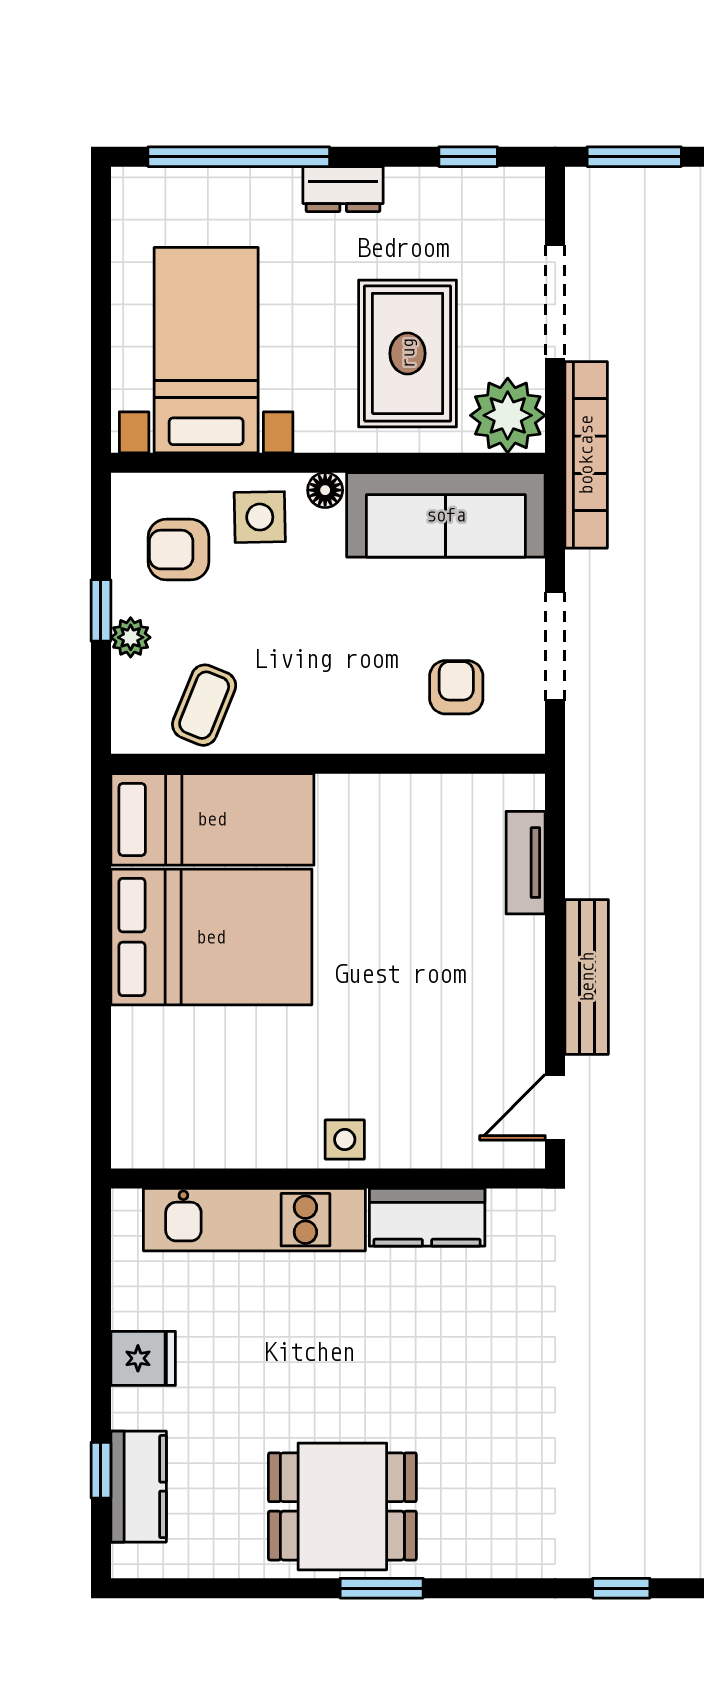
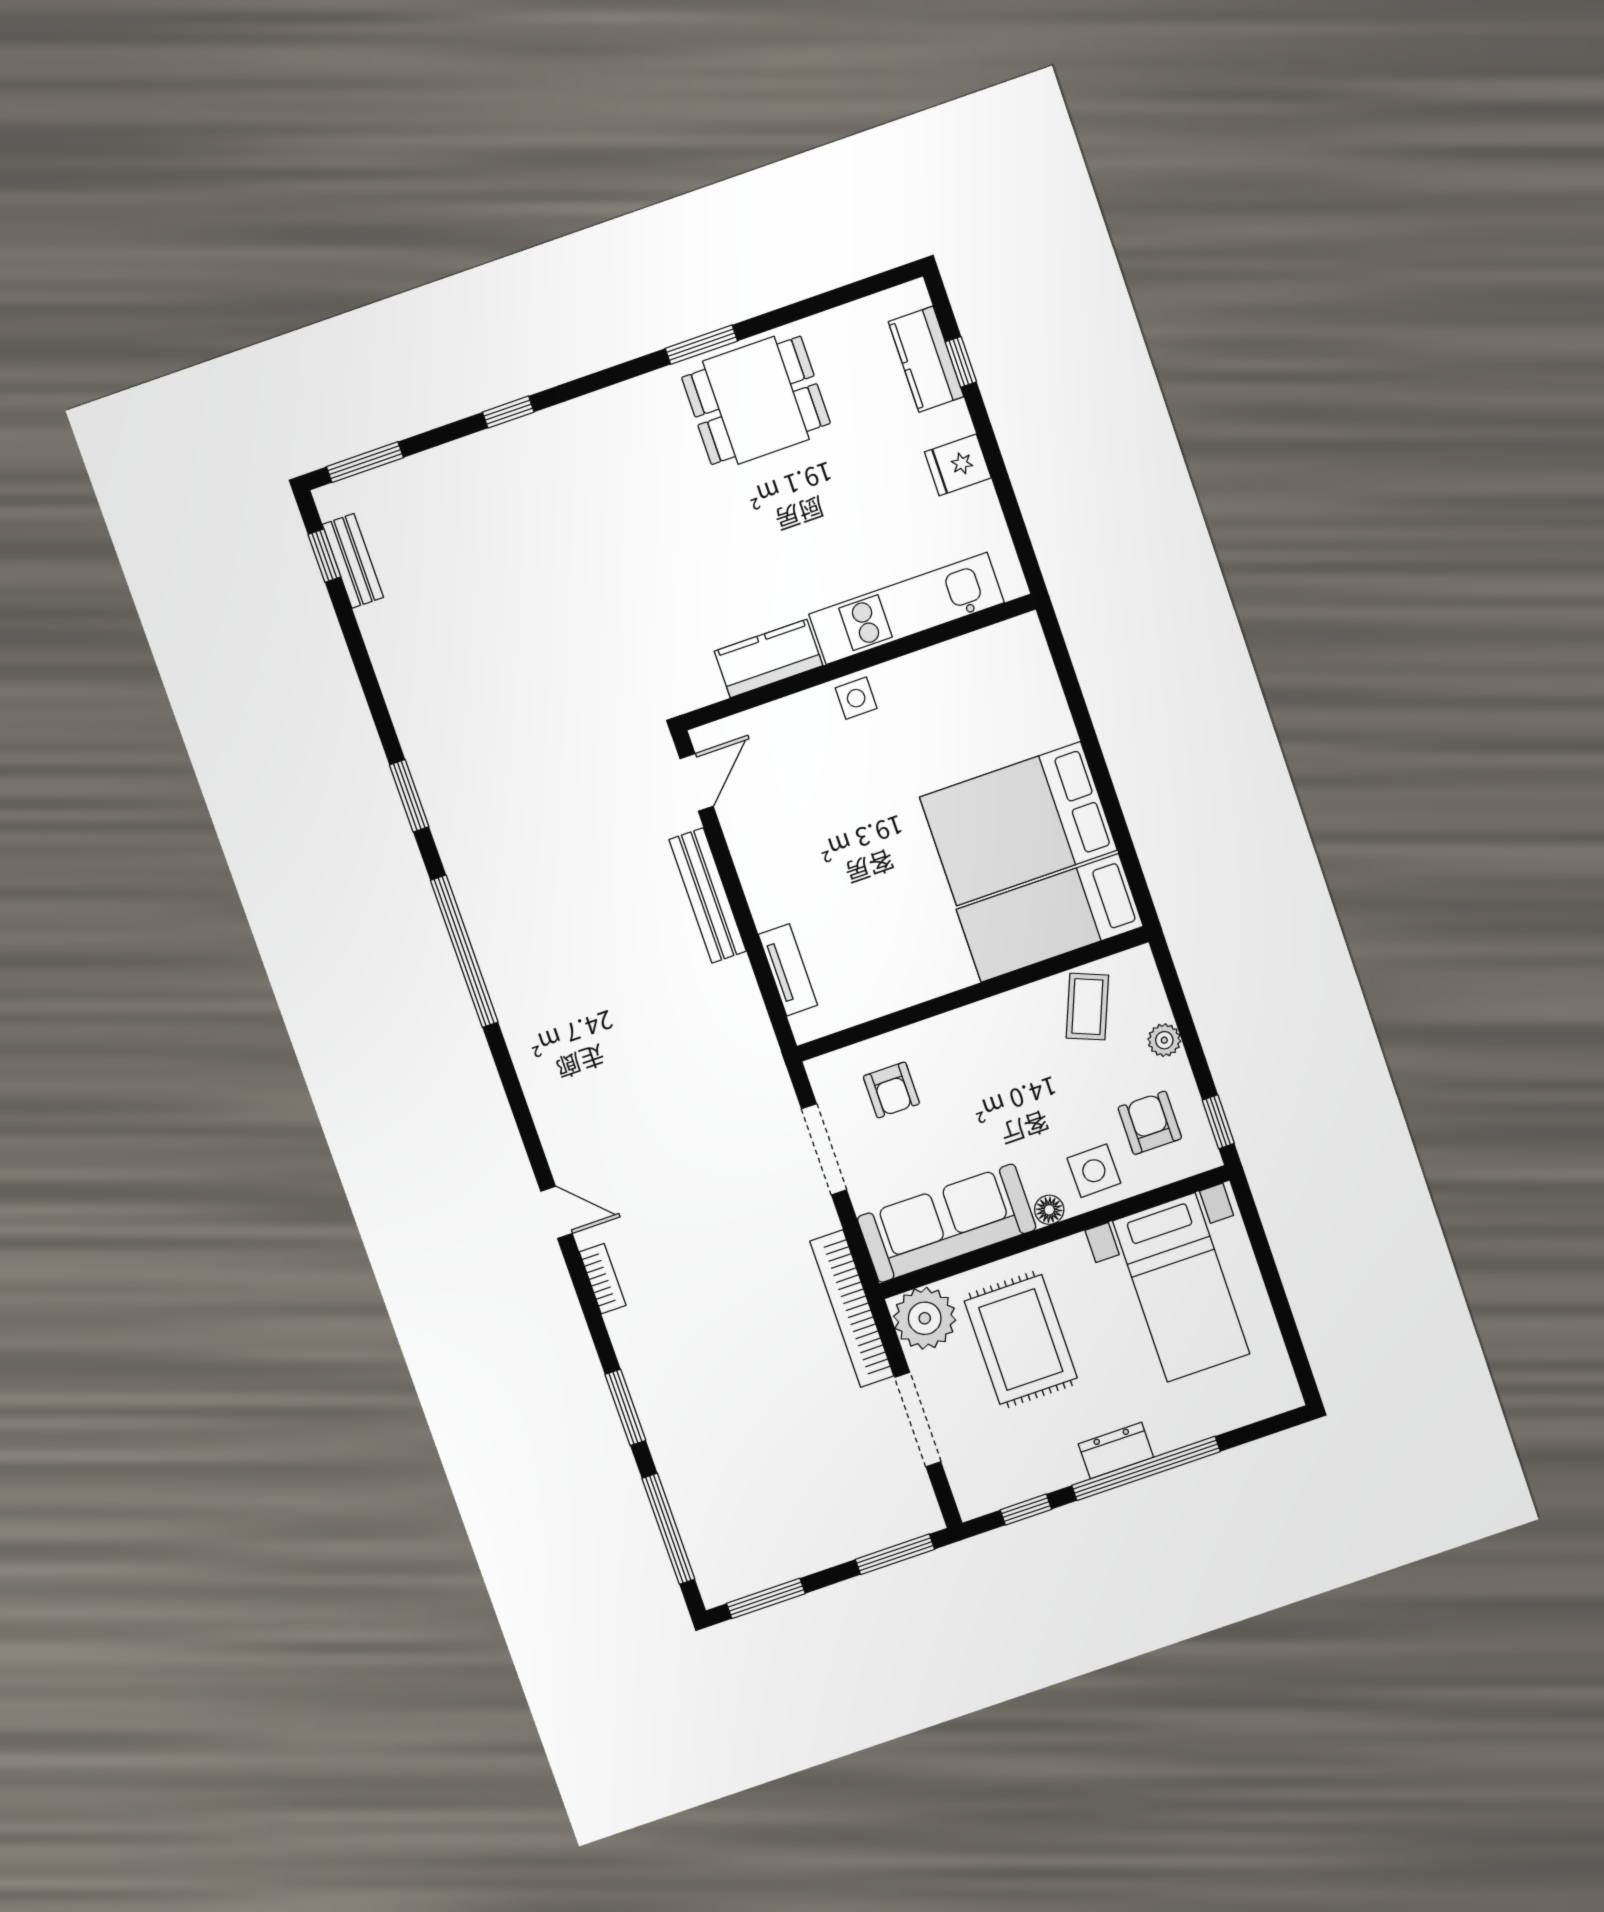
window: (239, 157) -> (1146, 1468), moved
armchair: (178, 550) -> (1150, 1123), turned -90
window: (101, 610) -> (1218, 1122), moved

